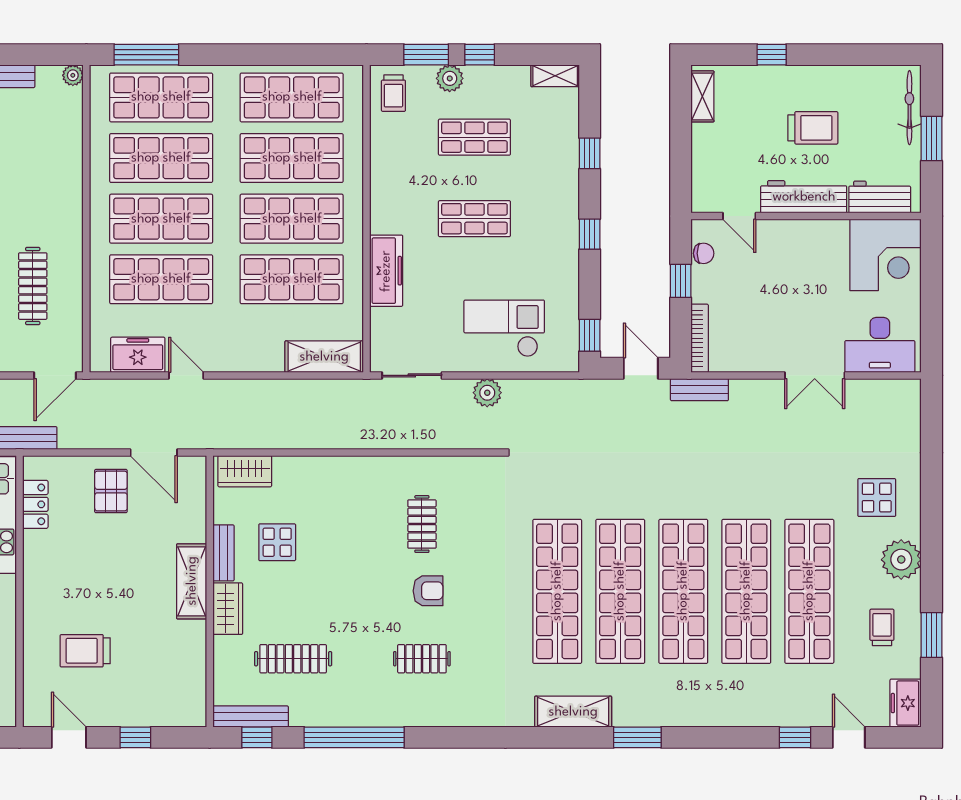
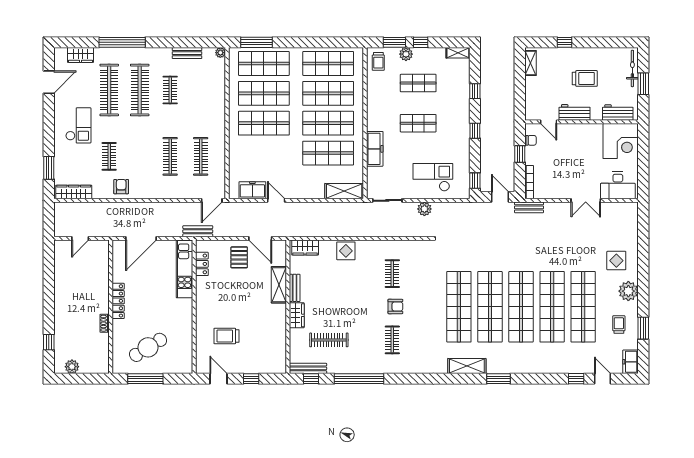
workbench: (804, 197) -> (575, 112), width x0.73
shop shelf: (161, 279) -> (264, 153), removed
display table: (277, 542) -> (346, 251), moved
shelving: (192, 581) -> (279, 285), moved
clothes rail: (422, 659) -> (392, 340), turned 90

